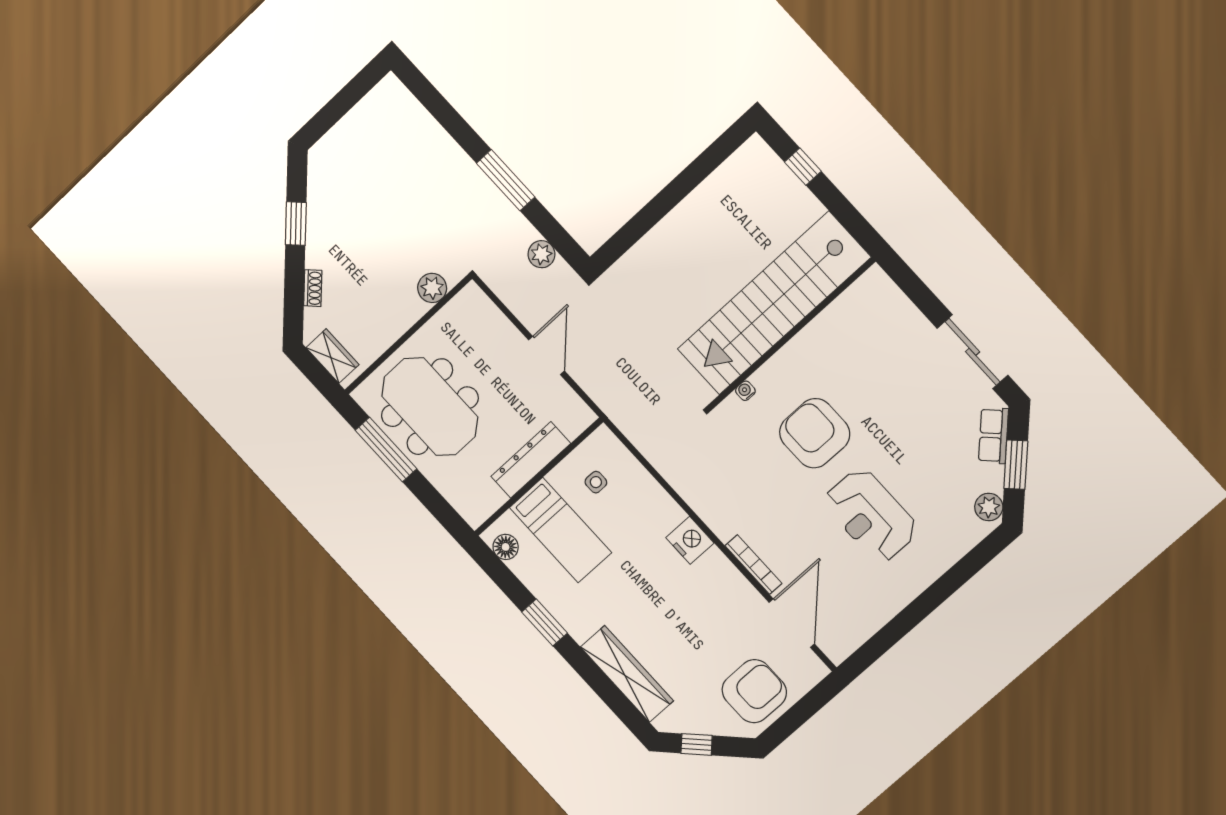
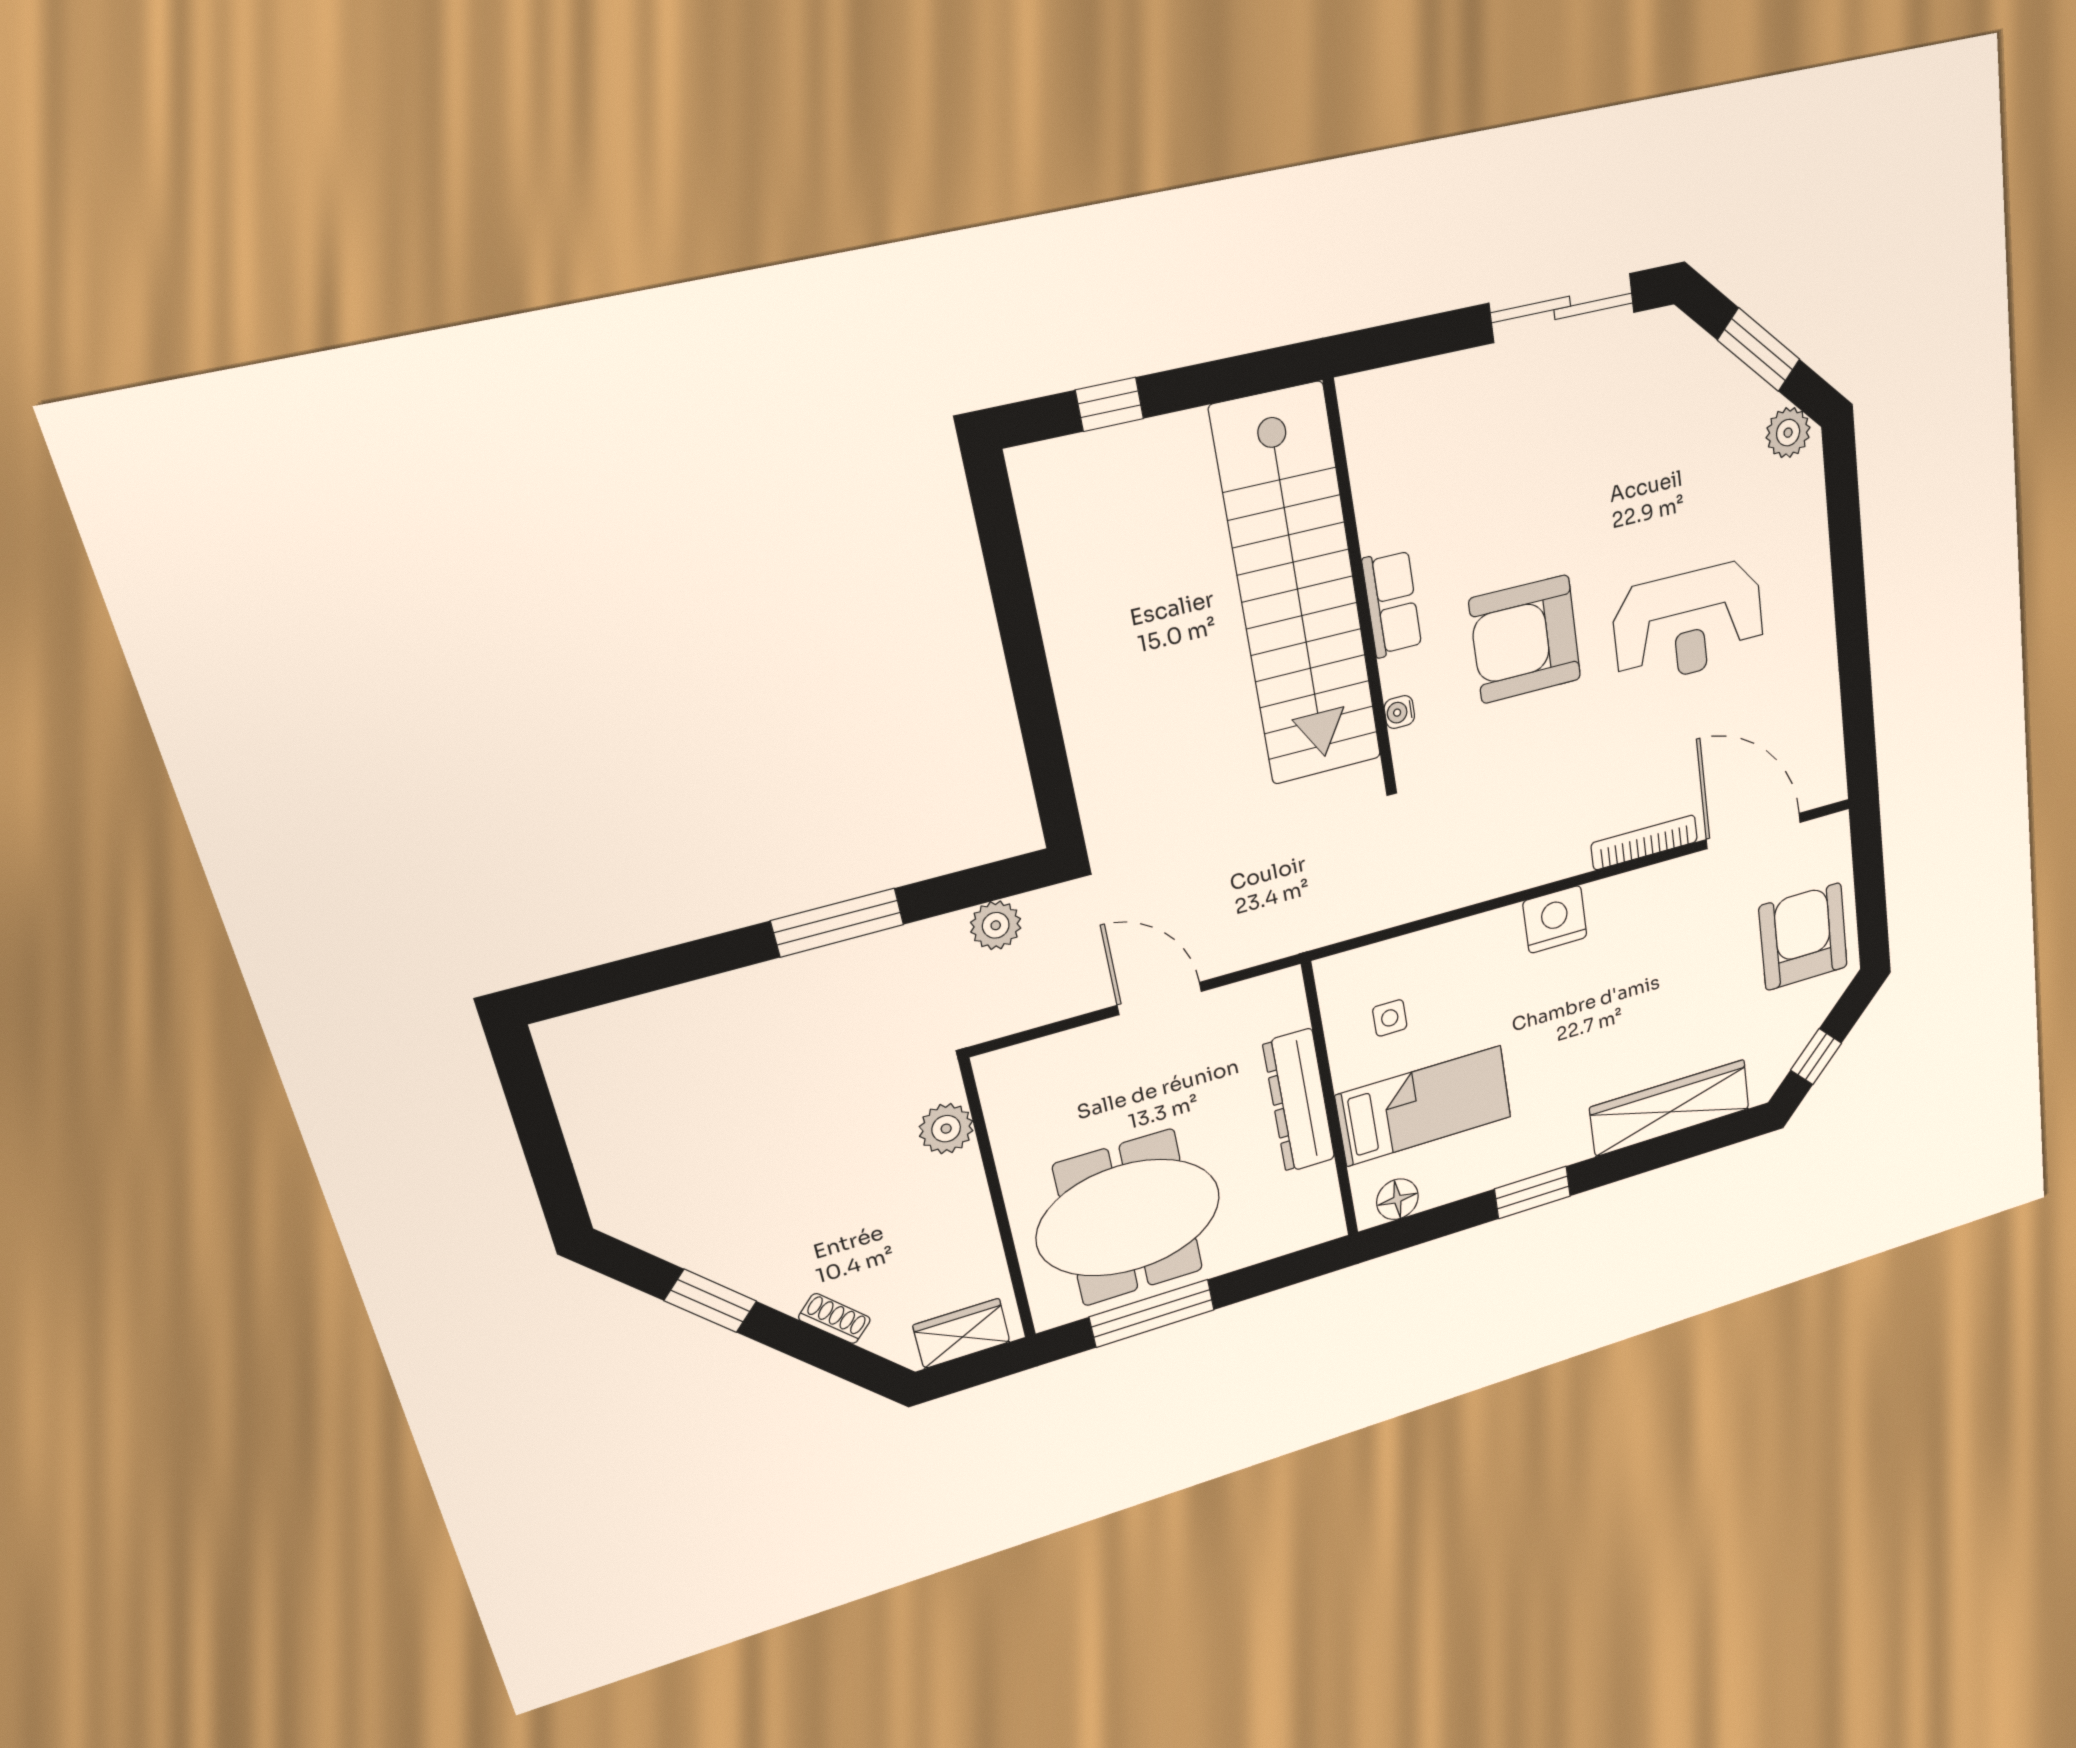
row of seats: (993, 436) -> (1392, 603), moved, turned -135

